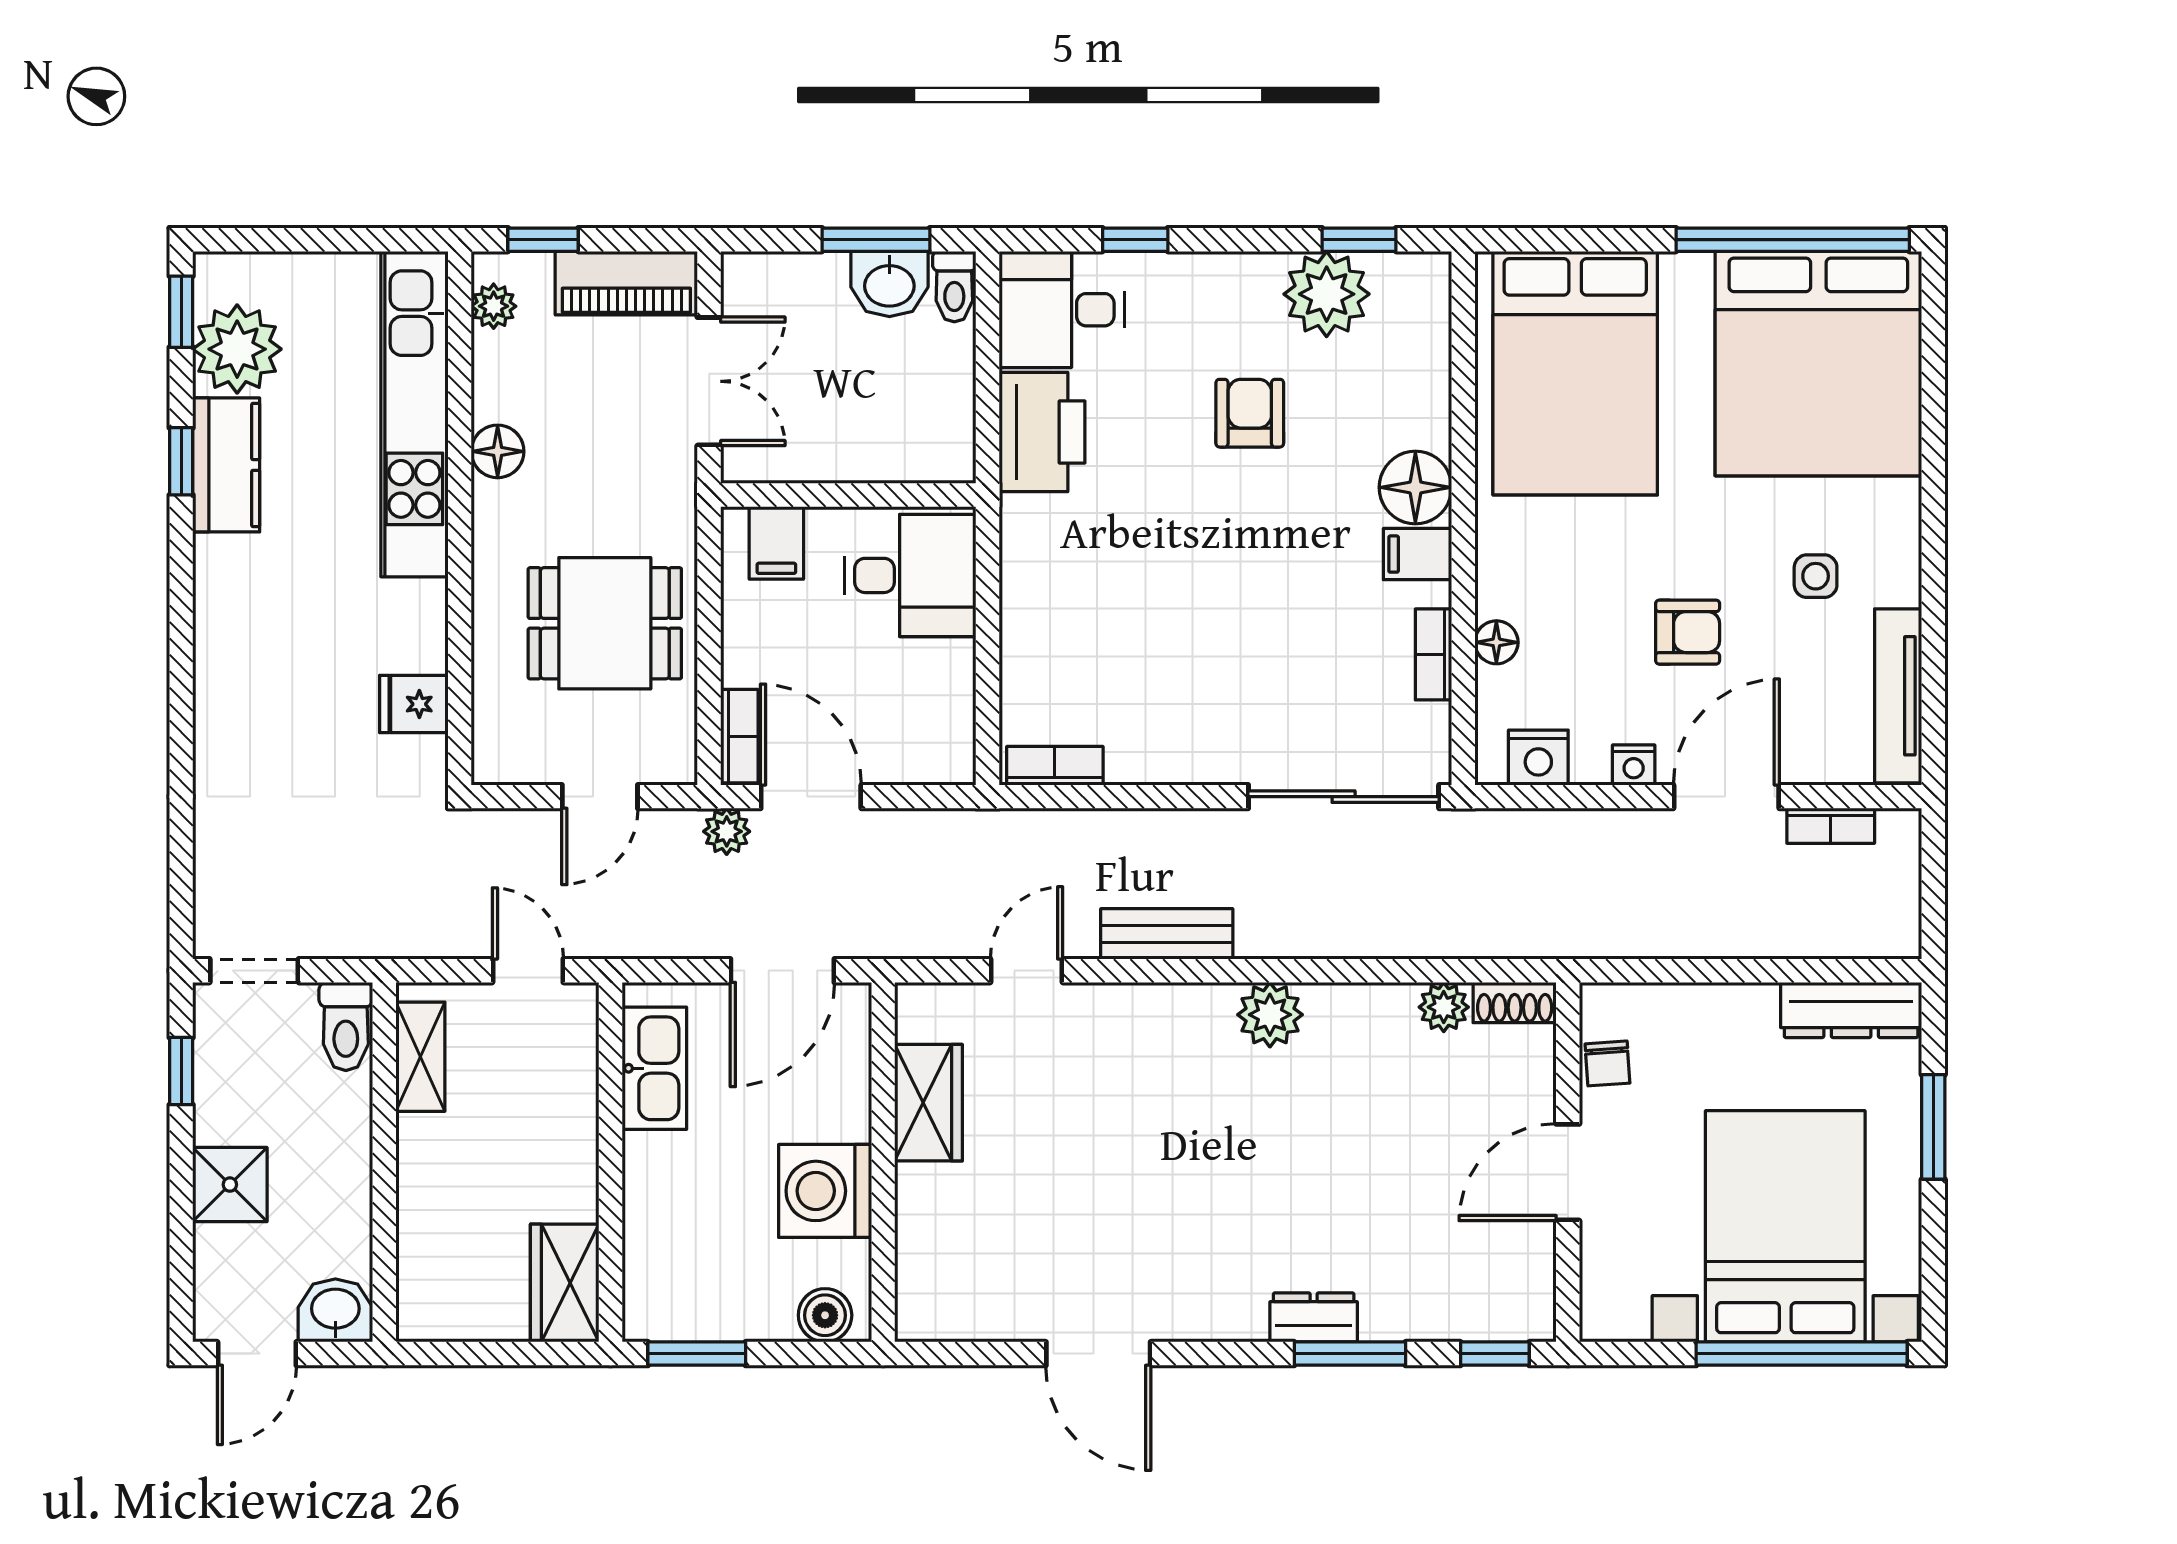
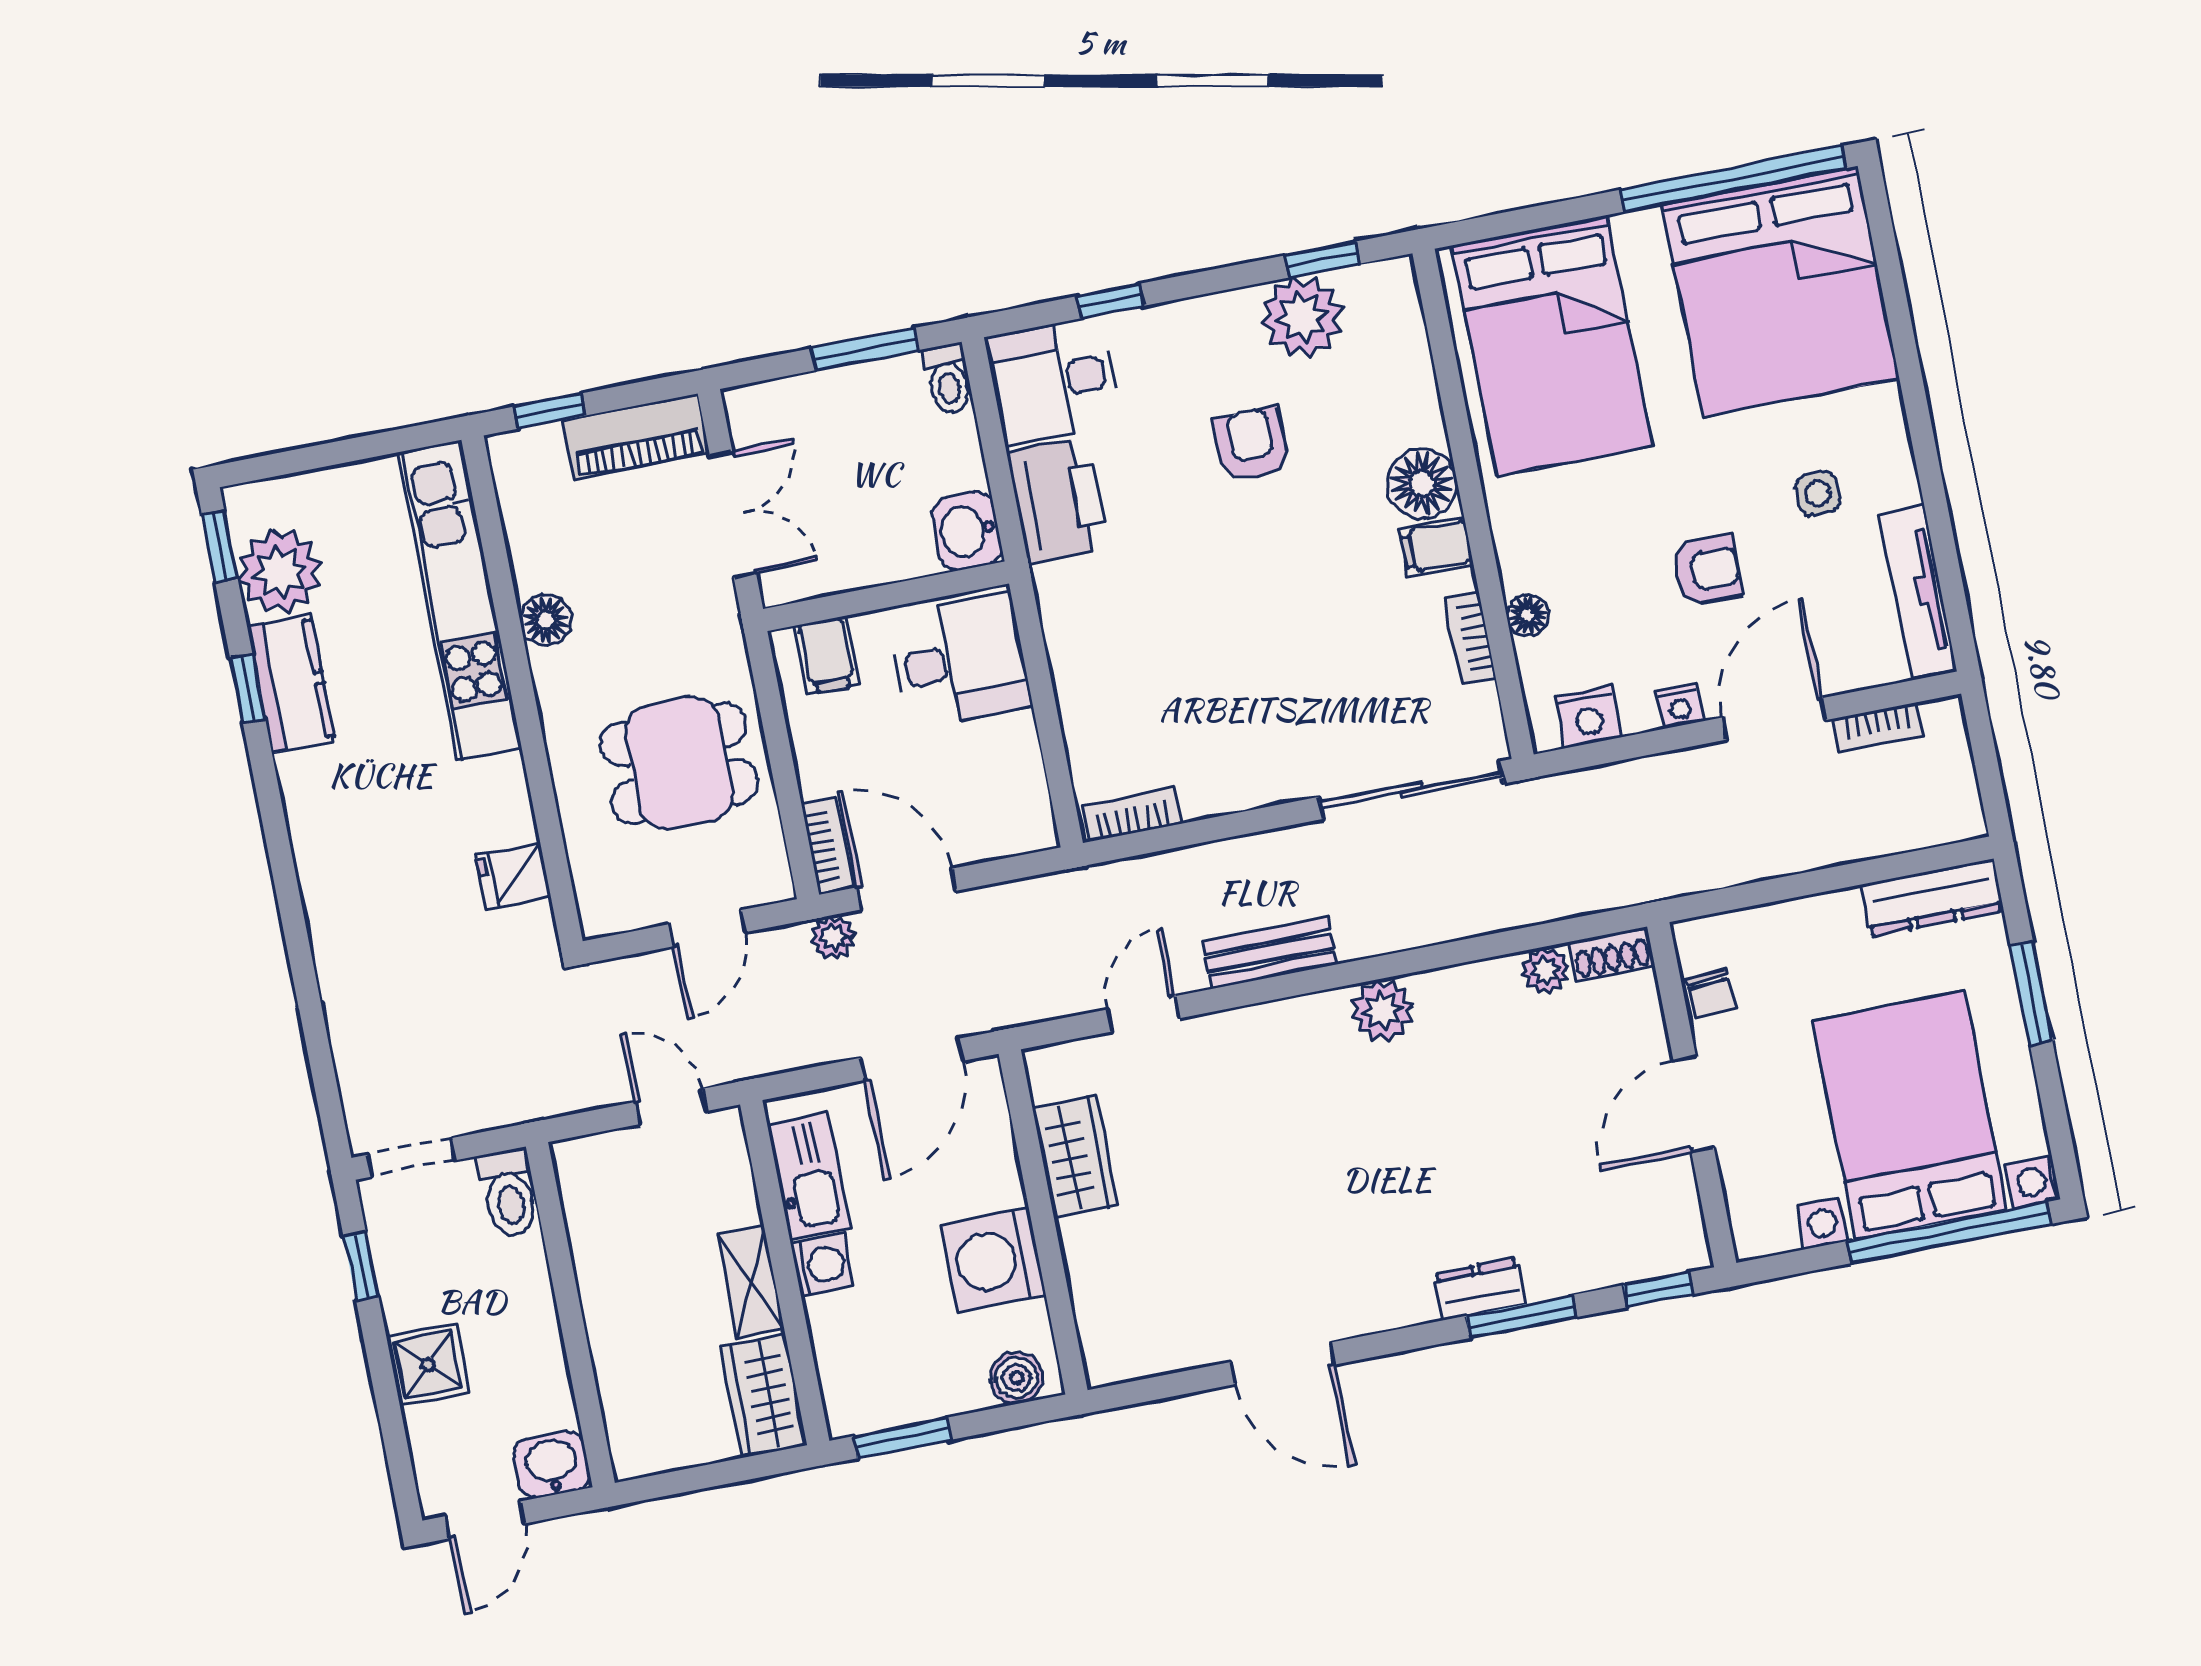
washbasin: (889, 284) -> (967, 531), moved, turned 90
plant: (494, 306) -> (515, 483), removed
shelving: (420, 1057) -> (751, 1282), moved
washing machine: (650, 1162) -> (822, 1265), added

